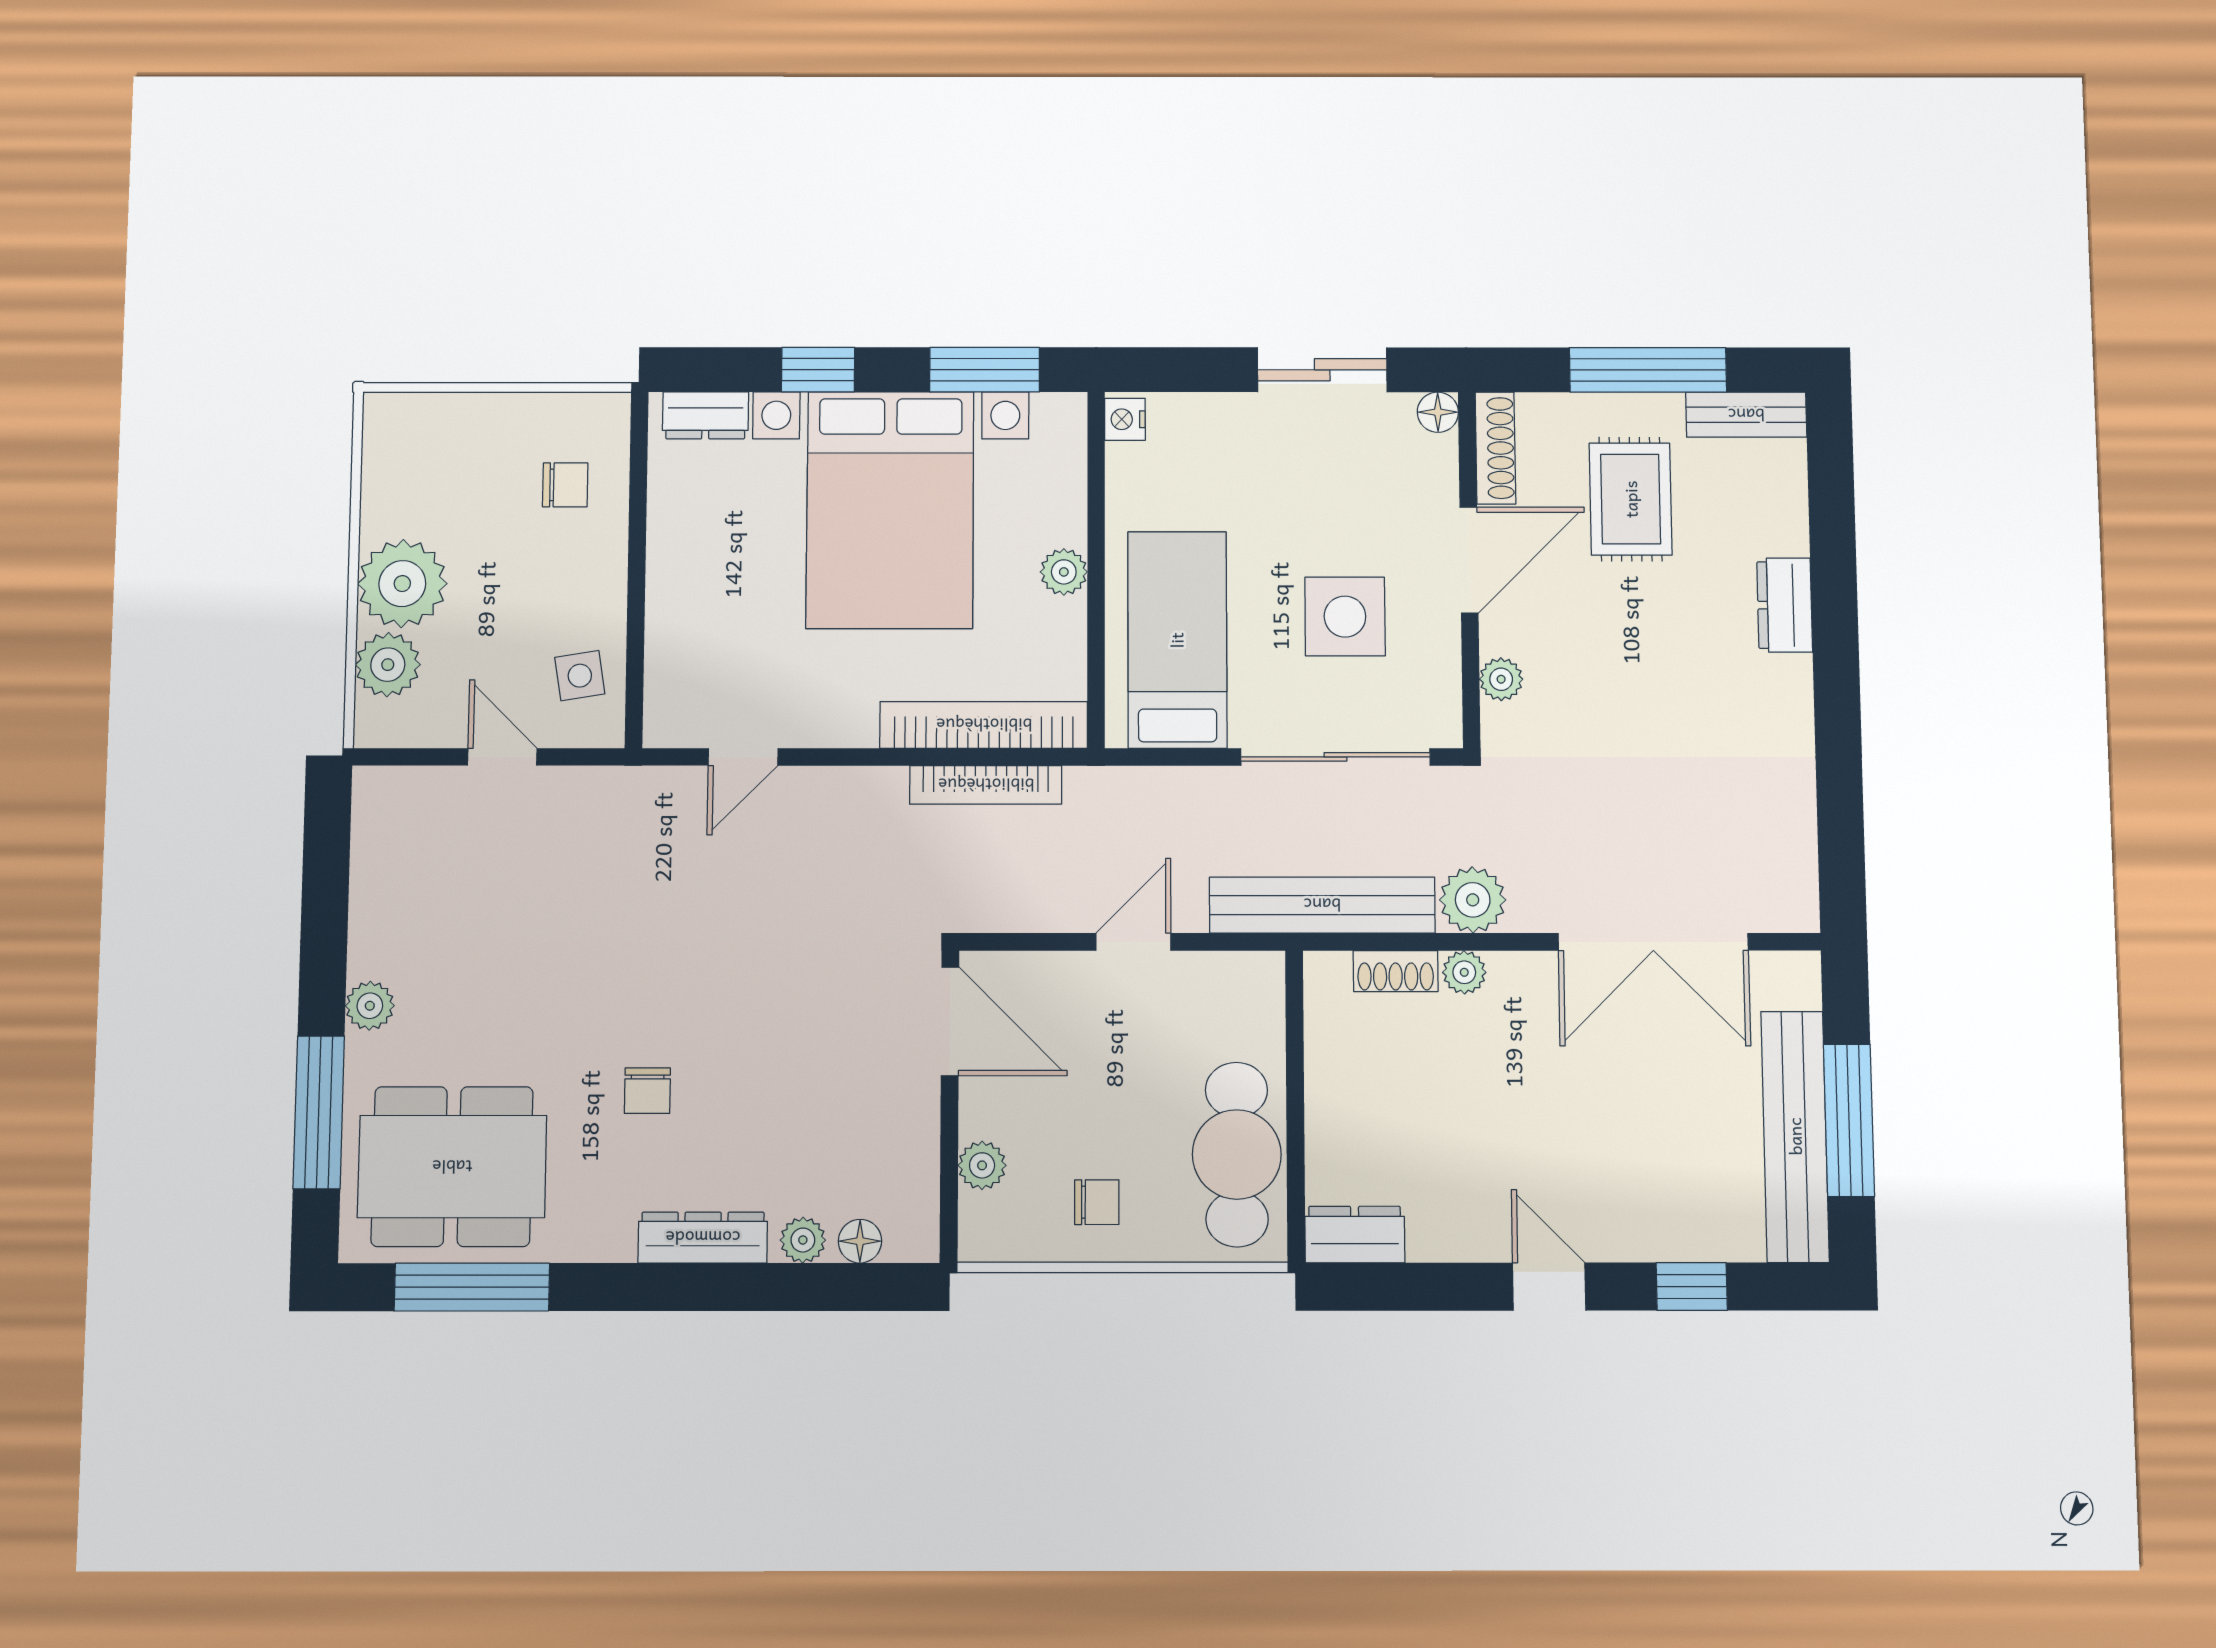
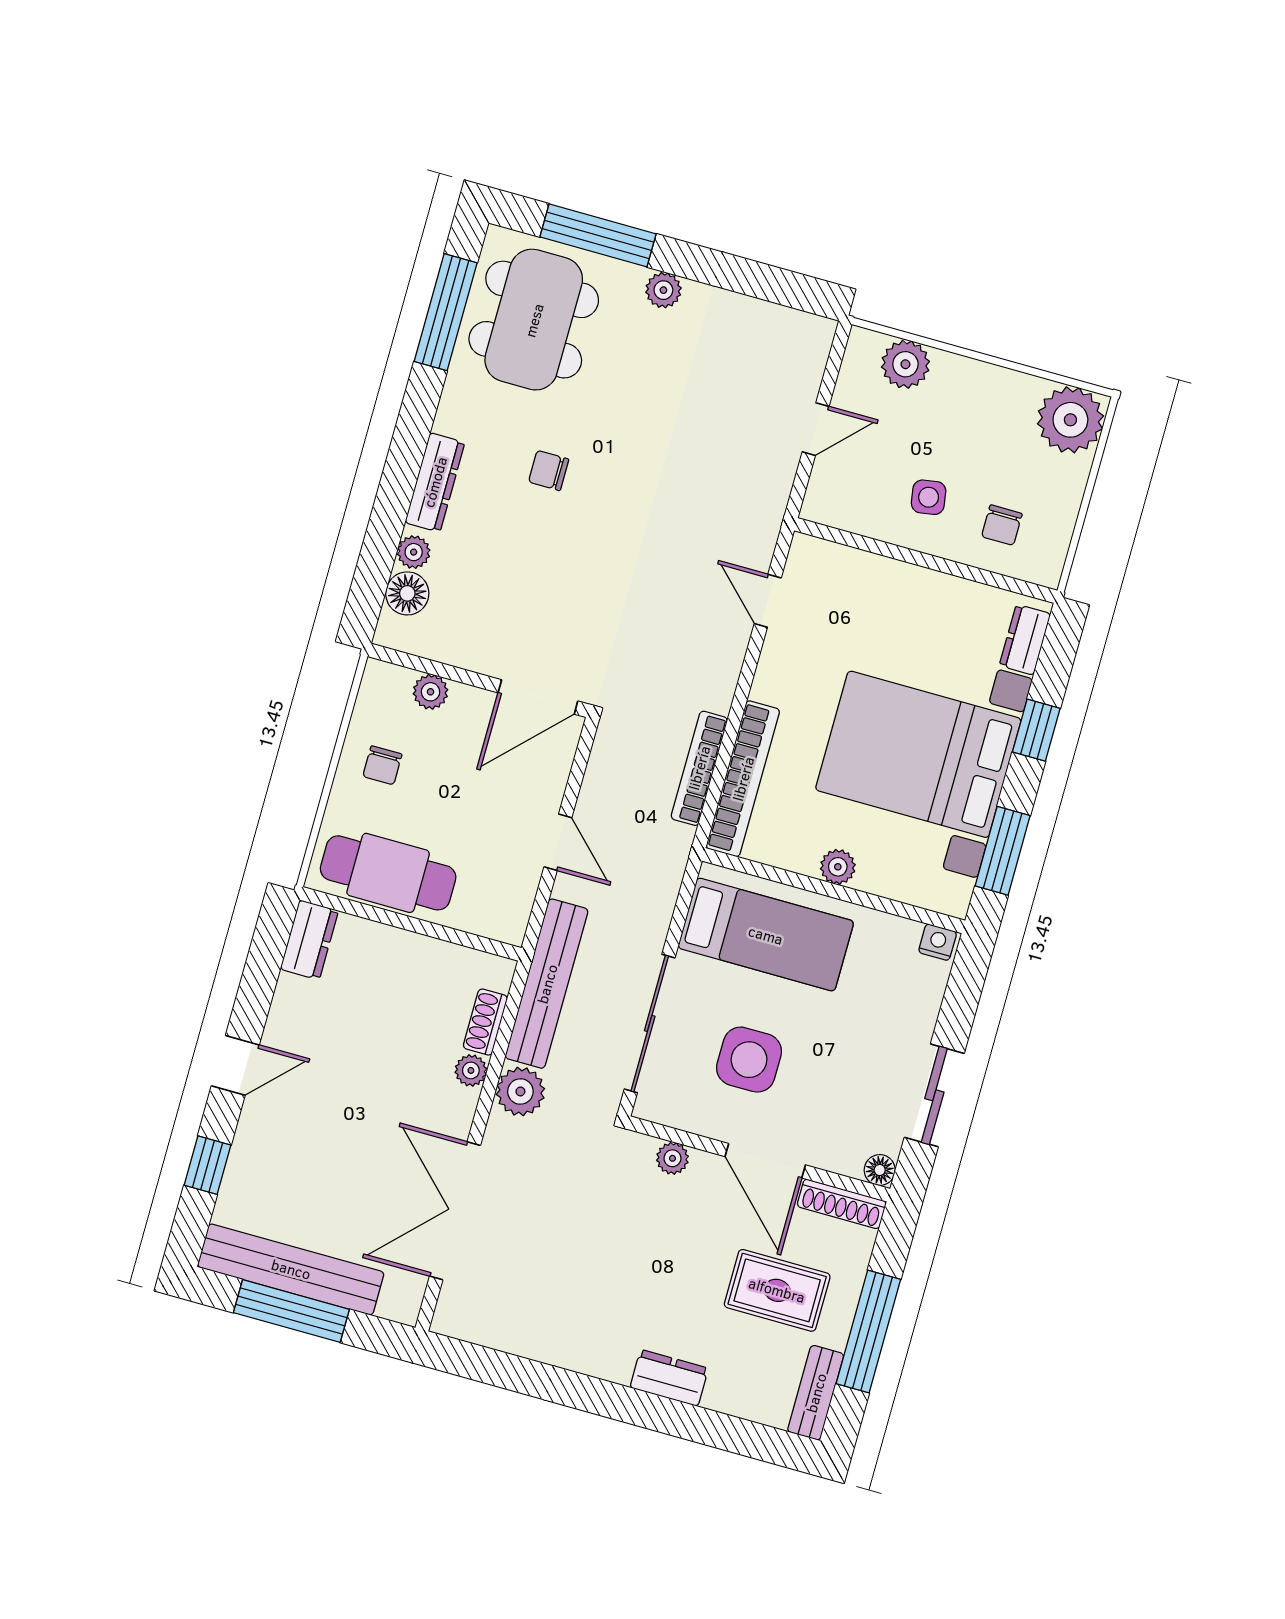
plant: (402, 584) -> (1070, 420), moved
side table: (580, 676) -> (929, 497), moved
floor lamp: (860, 1241) -> (407, 593), width x1.37, depth x1.37

